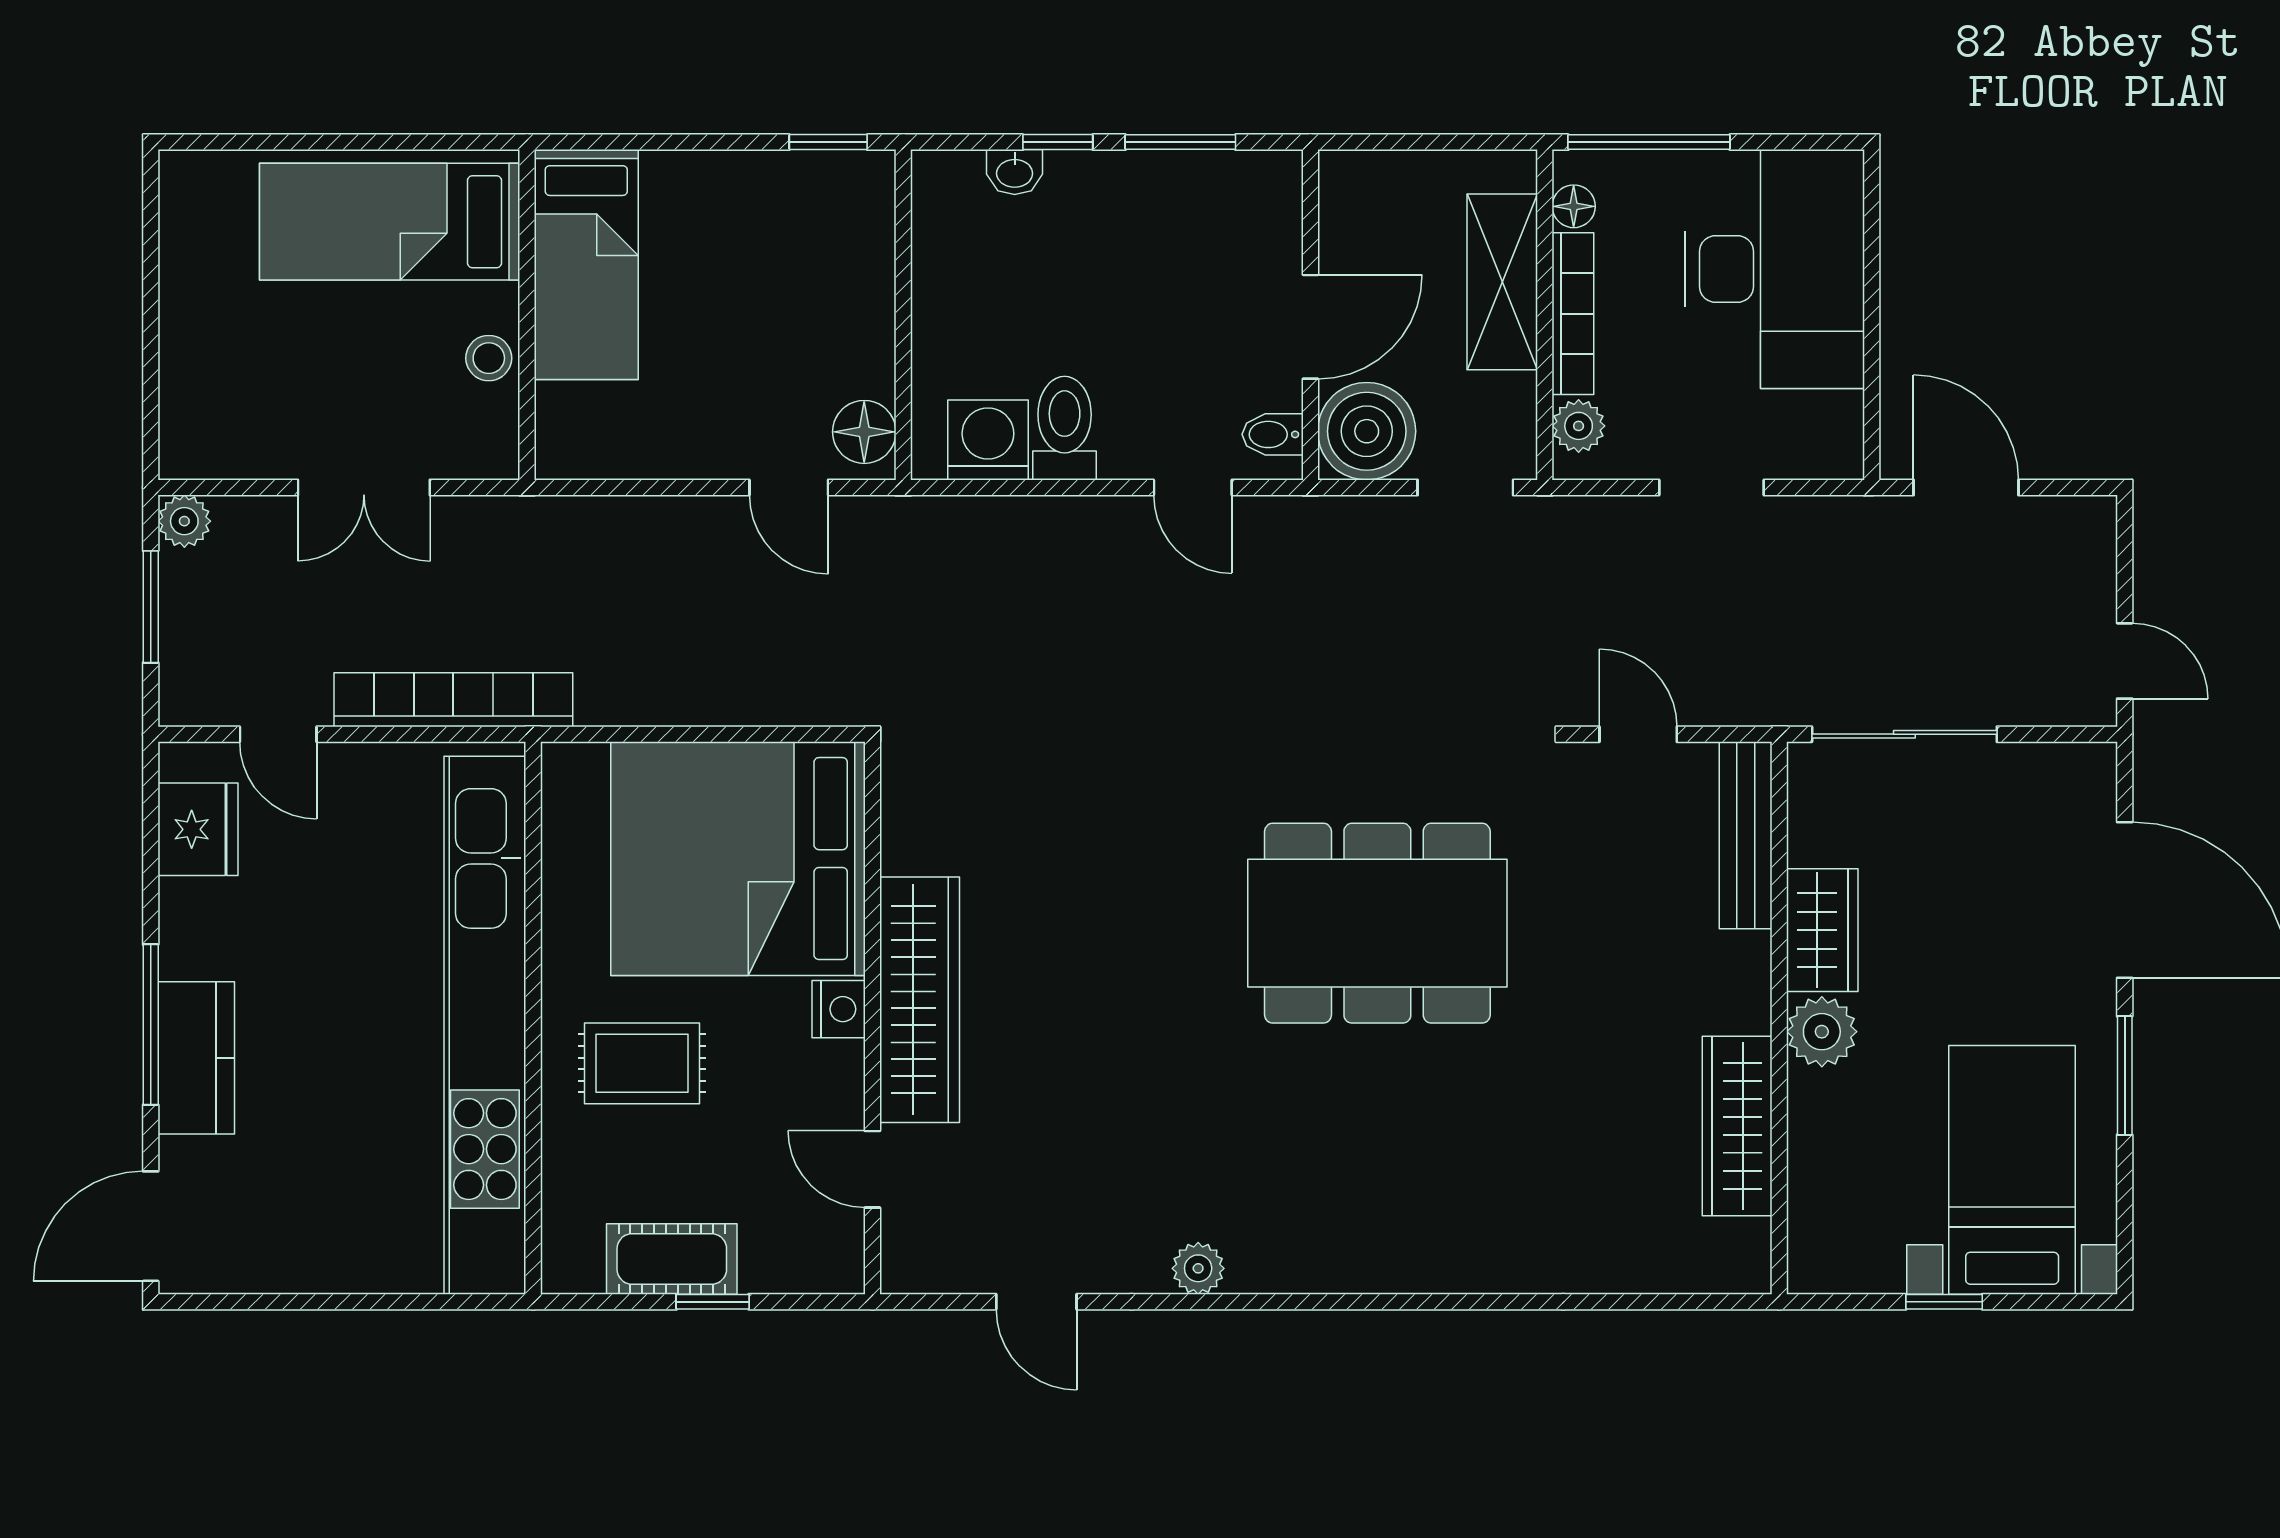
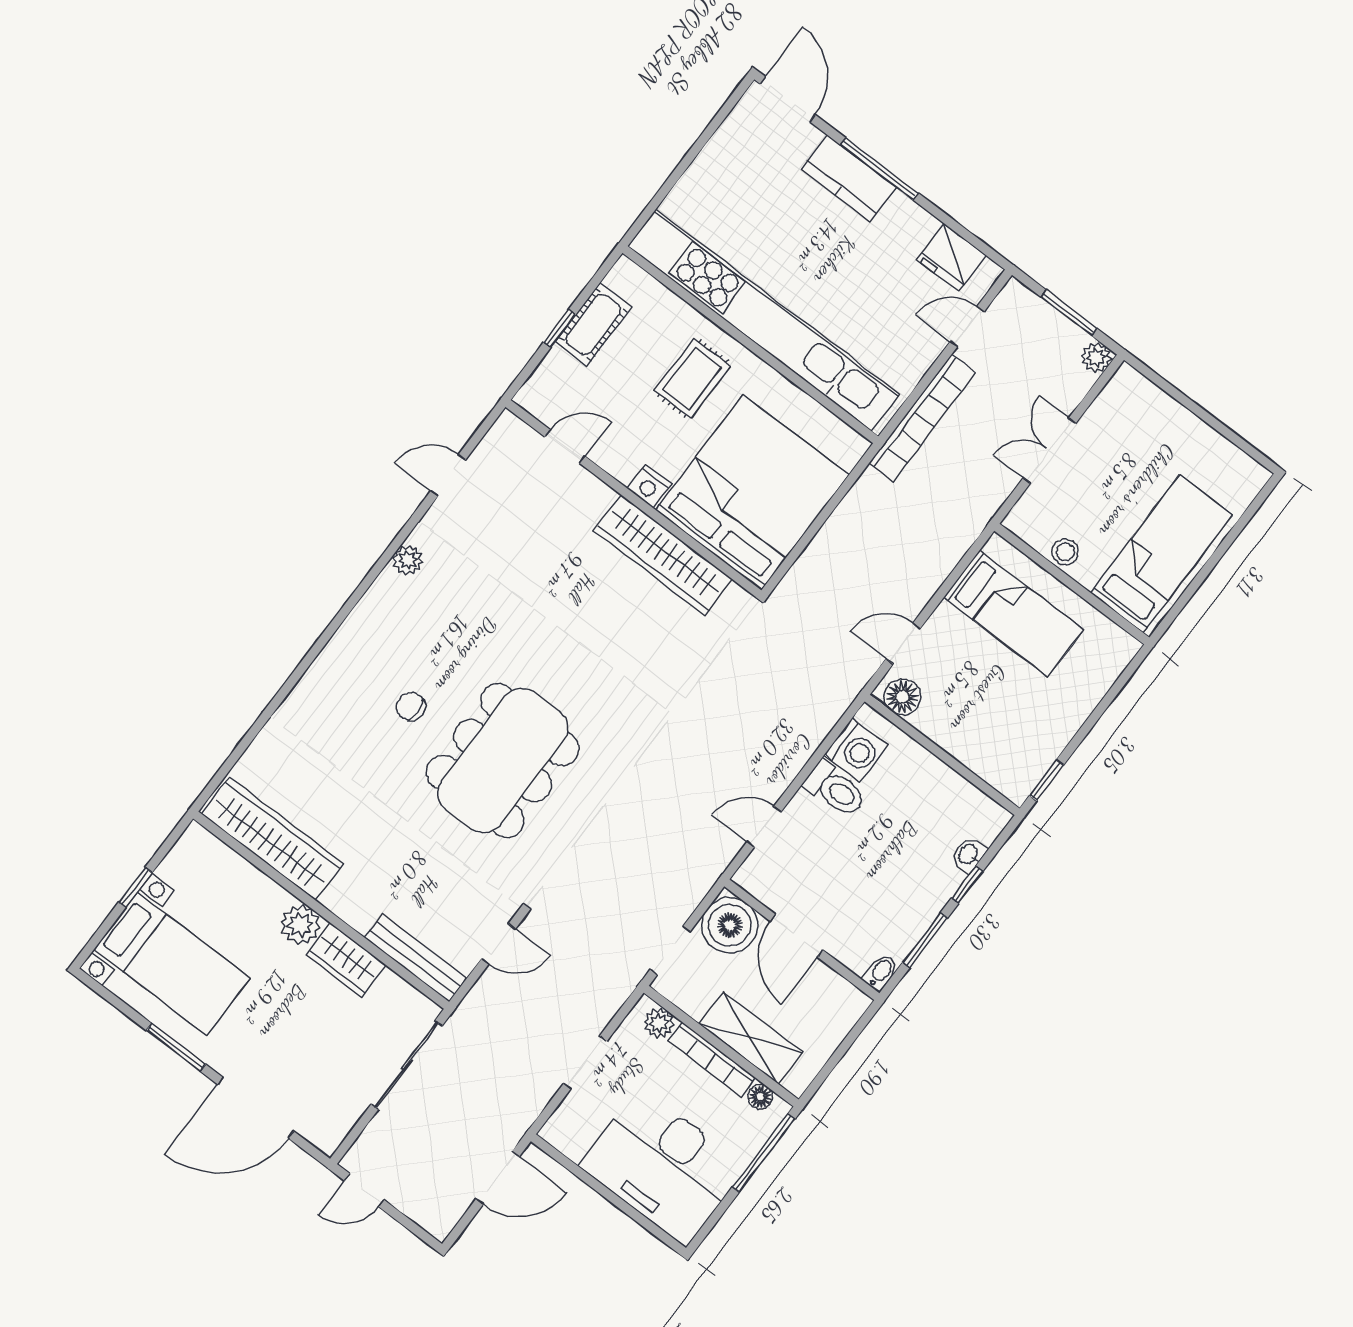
bed: (586, 265) -> (1014, 613), moved, turned 180
bidet: (1273, 434) -> (881, 972), moved
wardrobe: (920, 1000) -> (663, 555), moved
chair: (1399, 1109) -> (411, 707), added
wardrobe: (1737, 1126) -> (272, 839), width x1.40, depth x1.17

